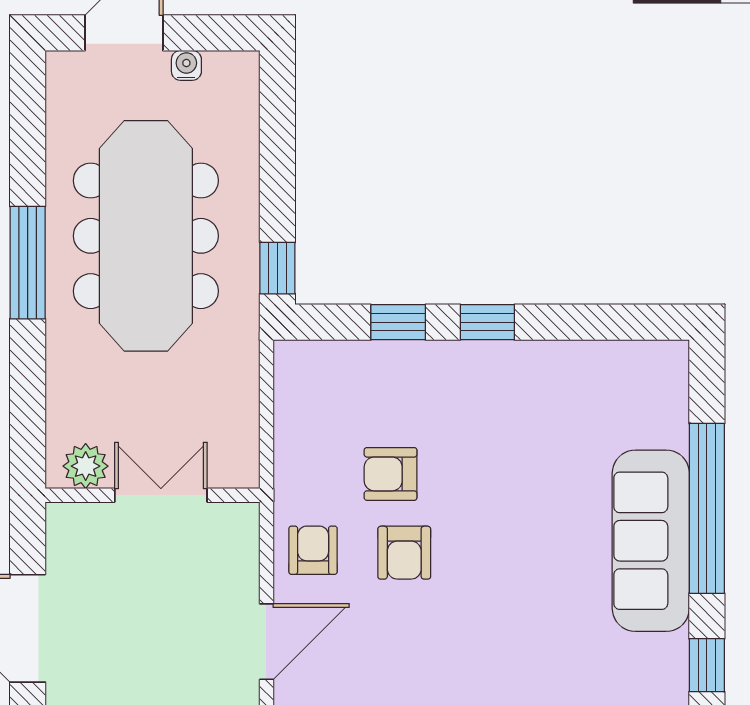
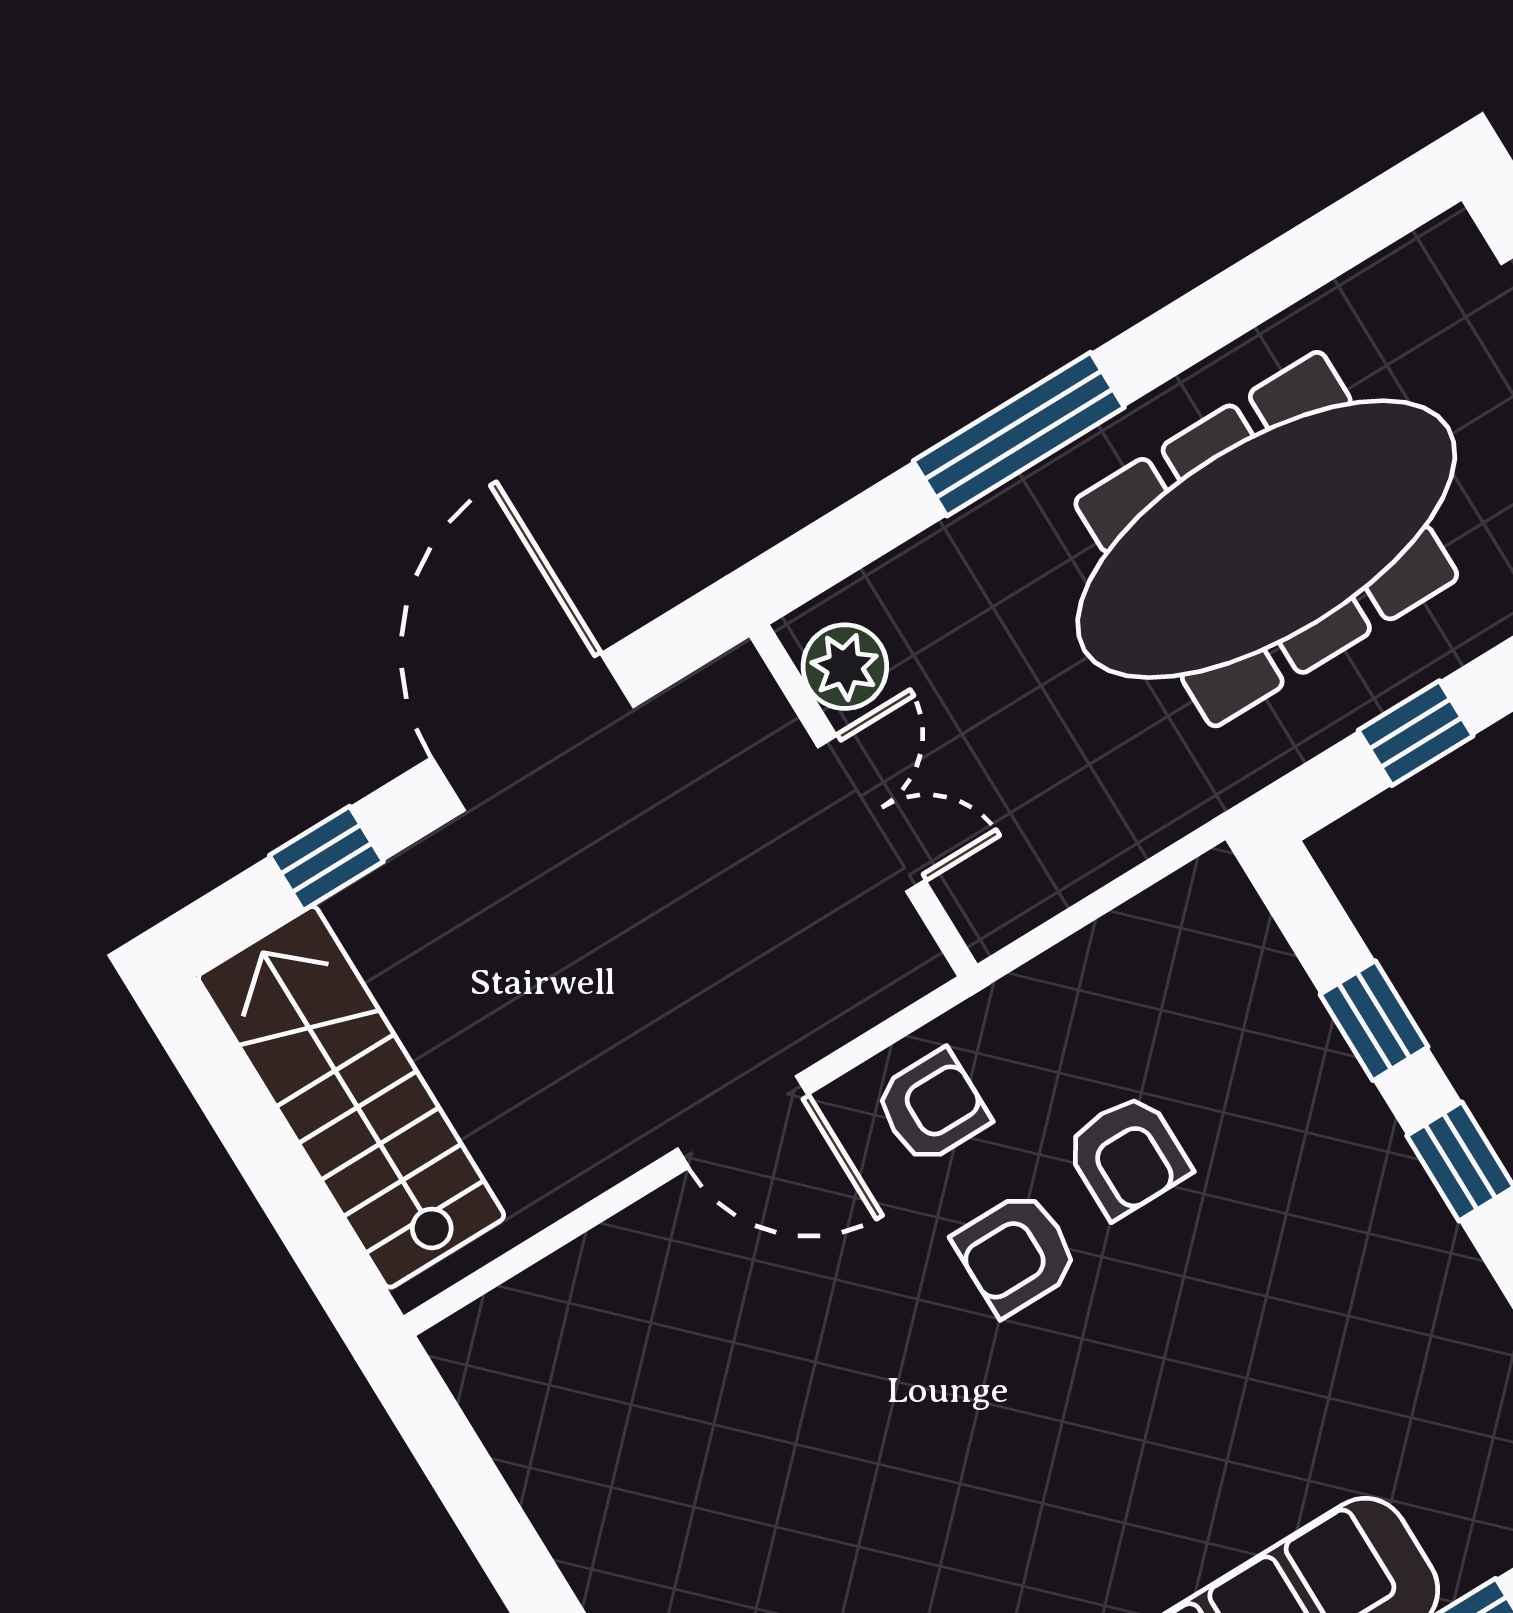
window: (28, 263) -> (1019, 434), moved
window: (277, 268) -> (1416, 733), moved
armchair: (391, 474) -> (1127, 1156), turned 180

